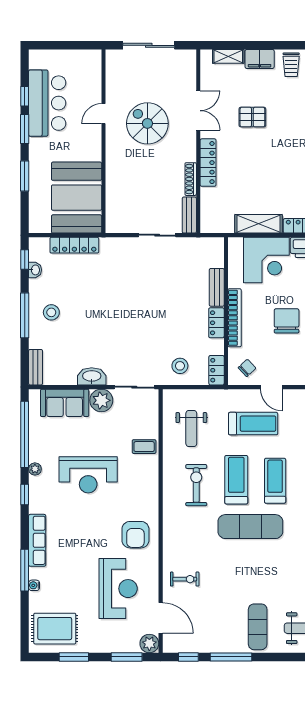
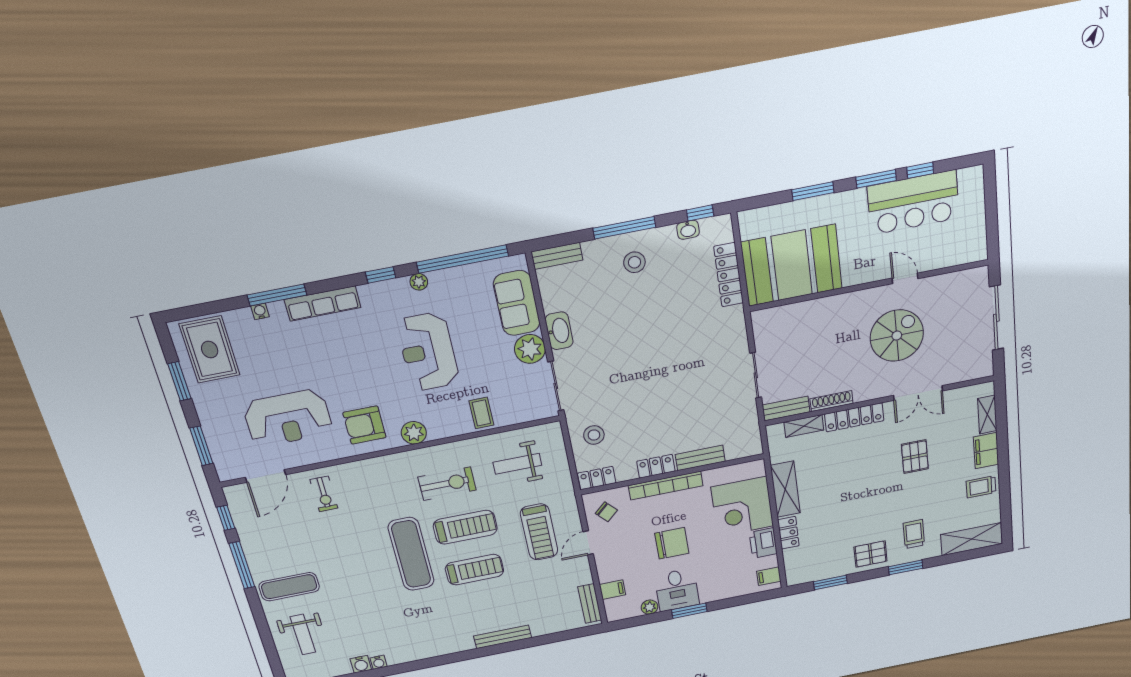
shelving: (207, 203) -> (804, 426), added
plant: (149, 644) -> (414, 433), moved

